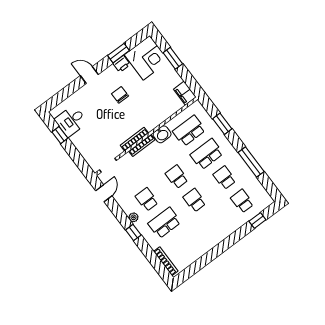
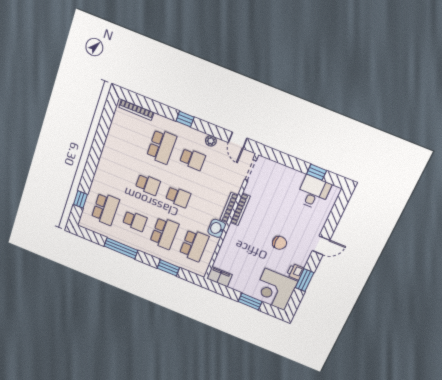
school desk: (242, 201) -> (105, 209), width x1.85
plant: (134, 217) -> (211, 141), moved

